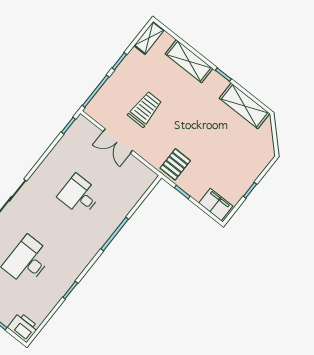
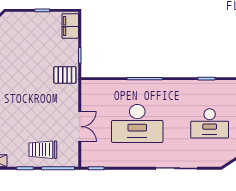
trolley: (145, 109) -> (43, 150), moved
desk: (79, 195) -> (137, 123), width x1.87, depth x1.30

